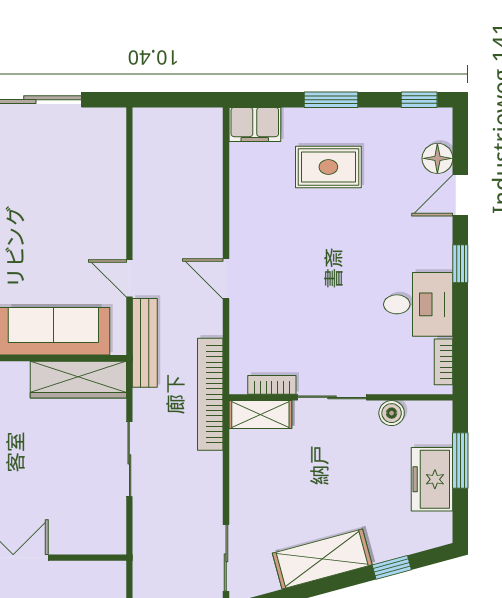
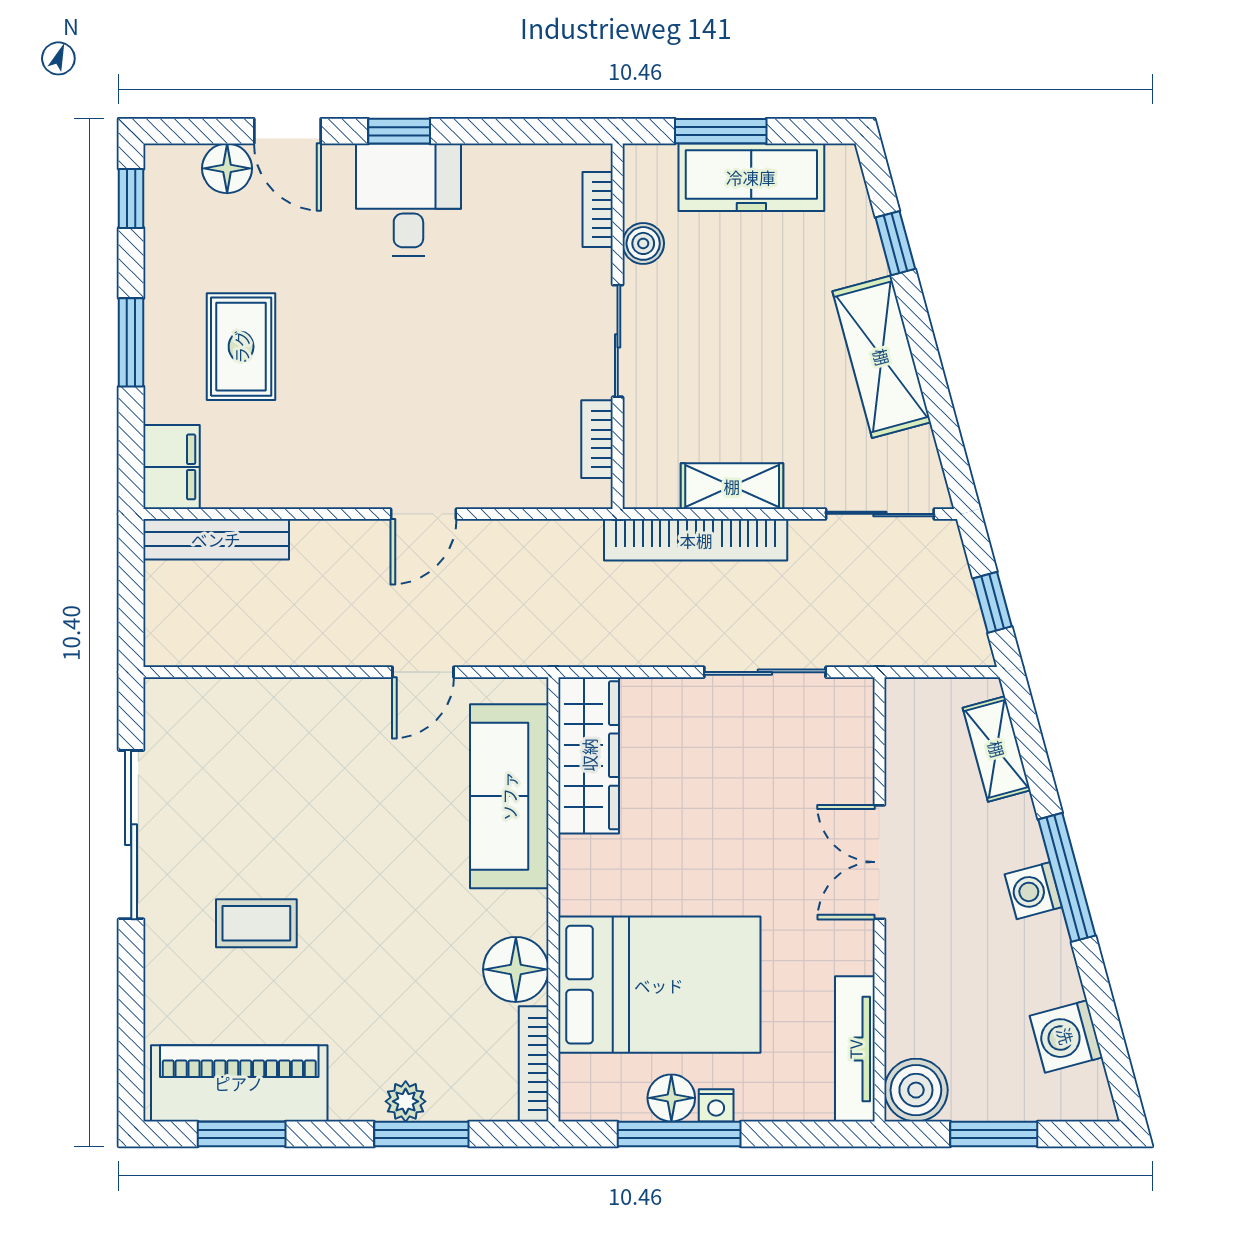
desk: (418, 304) -> (408, 200), moved
bench: (145, 343) -> (216, 539), moved
bookcase: (443, 362) -> (598, 209), moved, turned 90
bookcase: (210, 394) -> (696, 540), moved
shelving: (260, 415) -> (732, 486), moved, turned 90
sliding door: (129, 459) -> (765, 672), moved
freezer: (432, 479) -> (751, 177), width x1.40

